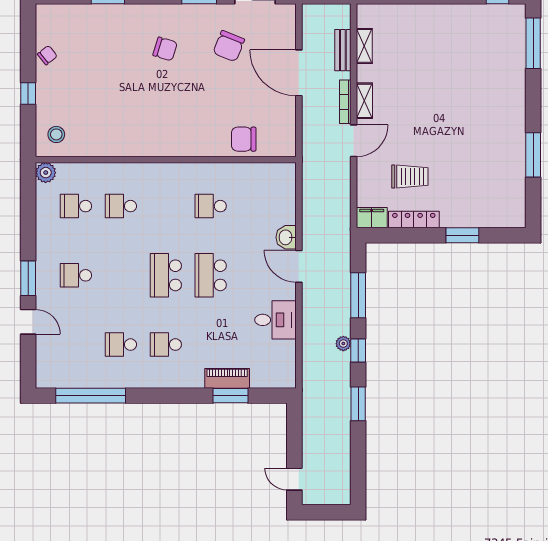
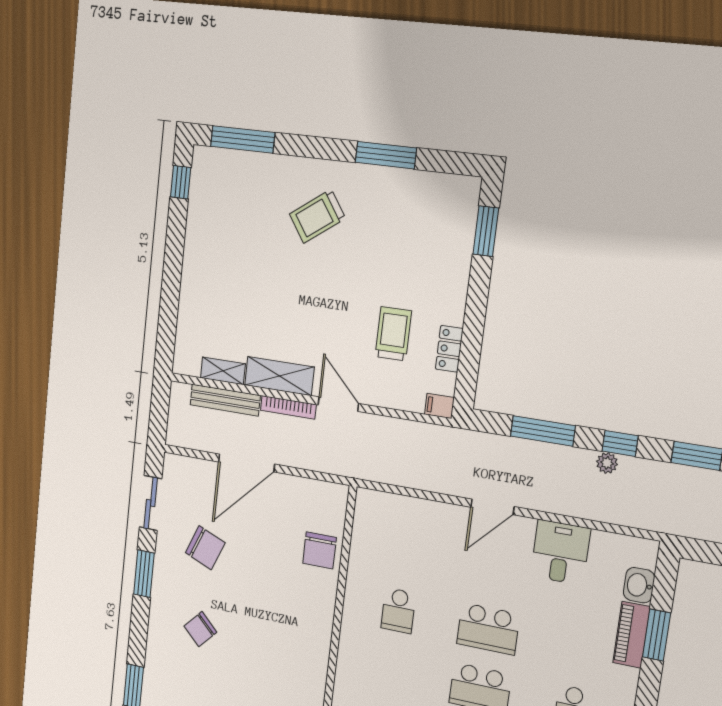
chair: (165, 49) -> (200, 629), turned -153
bench: (343, 50) -> (225, 400), width x1.36
shelving: (364, 101) -> (279, 376), width x1.50, depth x1.33
trolley: (485, 108) -> (317, 216), added
filing cabinet: (372, 218) -> (439, 406), width x0.50
locker: (414, 220) -> (449, 349), width x0.66
window: (462, 235) -> (486, 231), moved
washbasin: (286, 237) -> (639, 585), moved, turned 90

